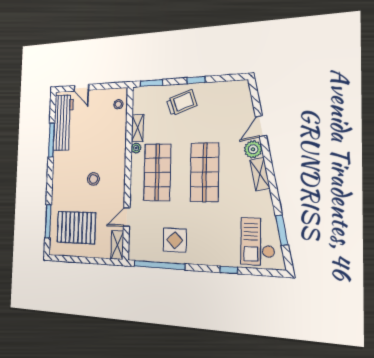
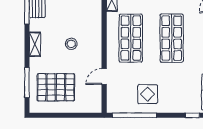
plant: (136, 148) -> (111, 17), removed
shelving: (117, 245) -> (35, 44), moved

